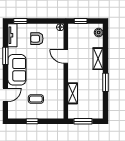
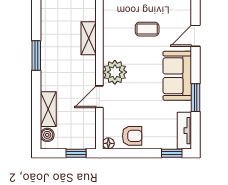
armchair: (37, 39) -> (132, 136), moved
door: (66, 56) -> (99, 97), swing flipped
shelving: (98, 59) -> (48, 109), moved
plant: (56, 72) -> (115, 72), added

